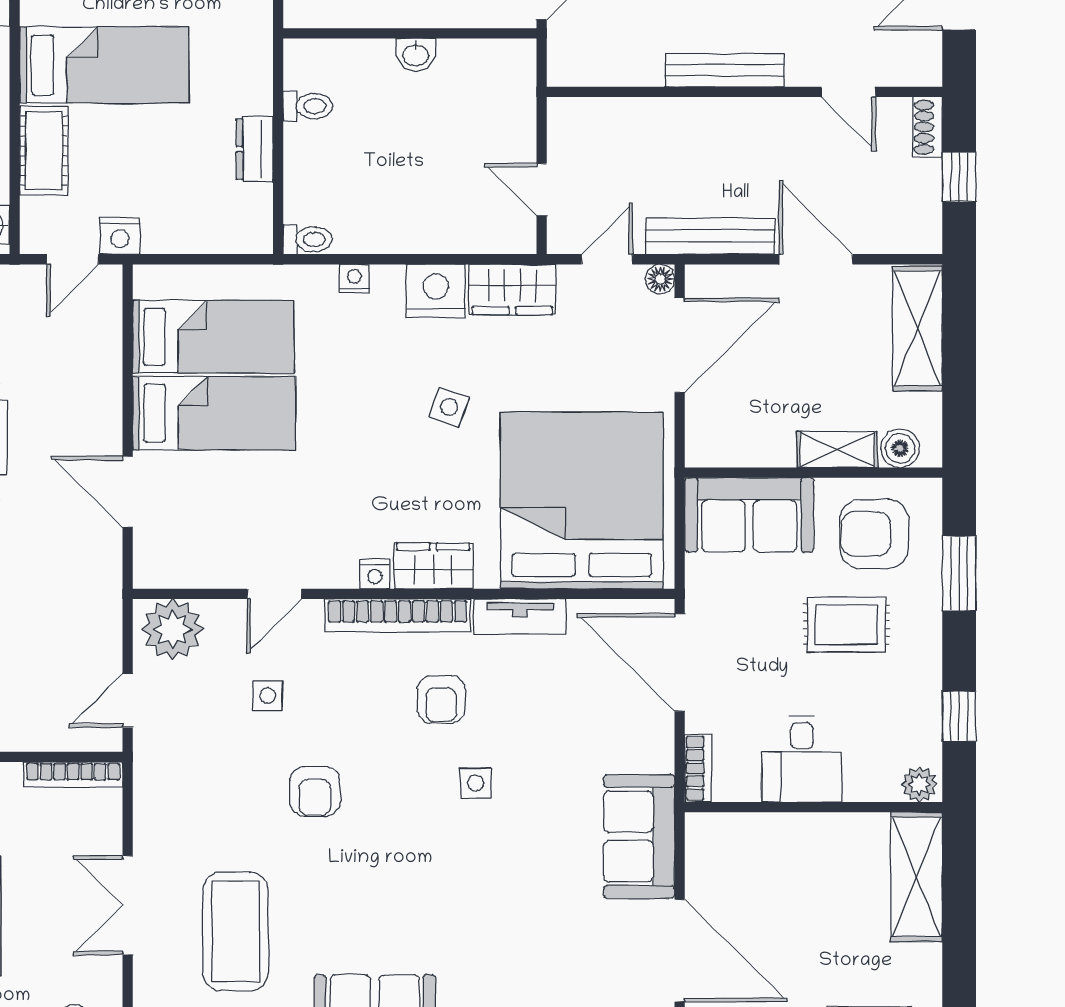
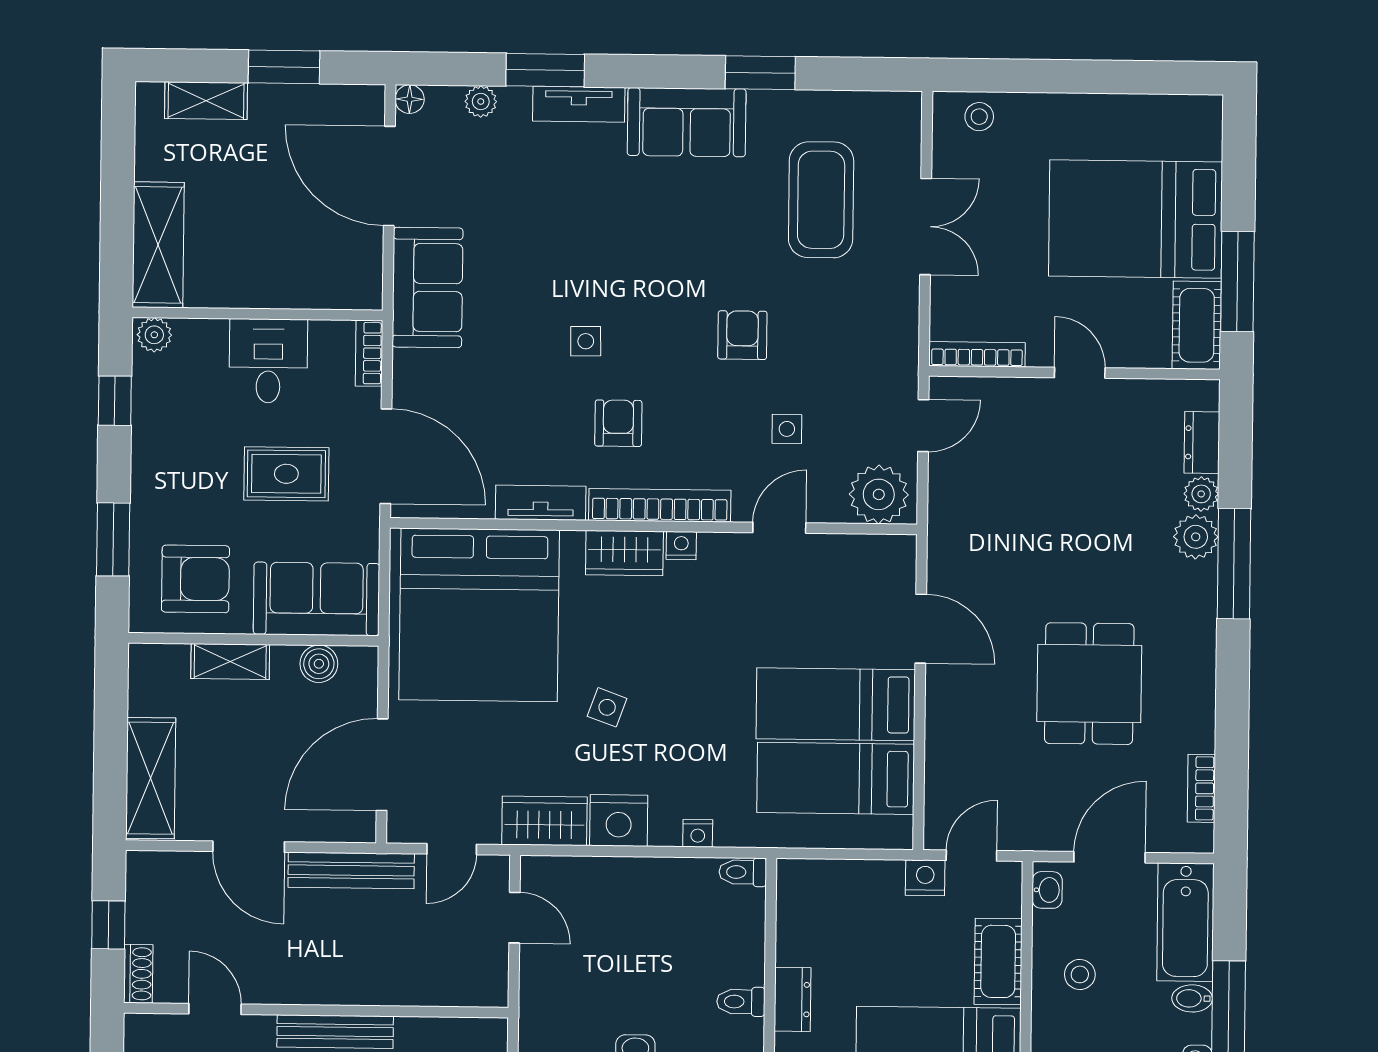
dresser: (255, 149) -> (793, 999), moved
floor lamp: (660, 279) -> (400, 829), removed
boiler: (900, 448) -> (319, 664), moved
rug: (846, 625) -> (286, 474), moved

